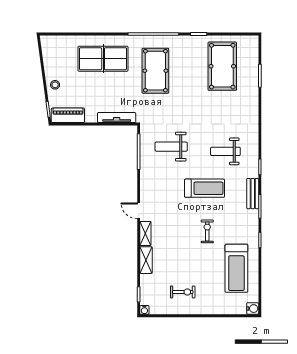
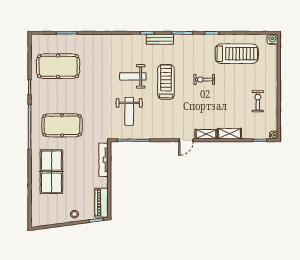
weight bench: (225, 151) -> (133, 76), moved, turned 90
bench: (253, 194) -> (160, 39), moved

